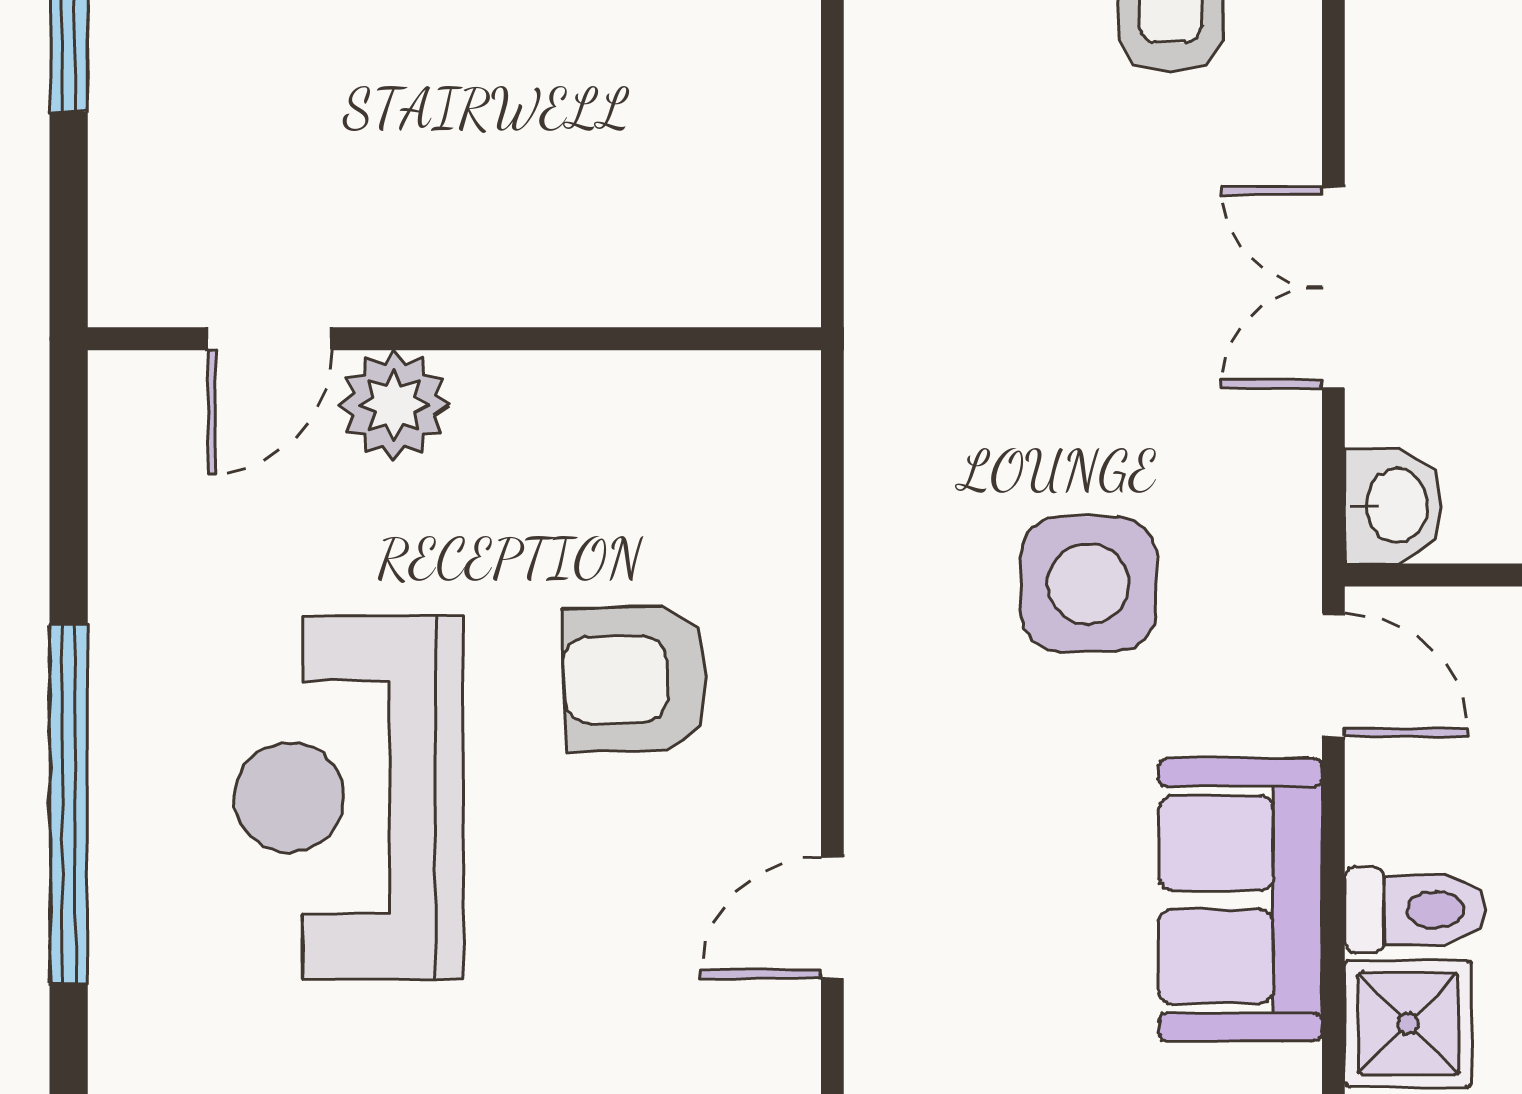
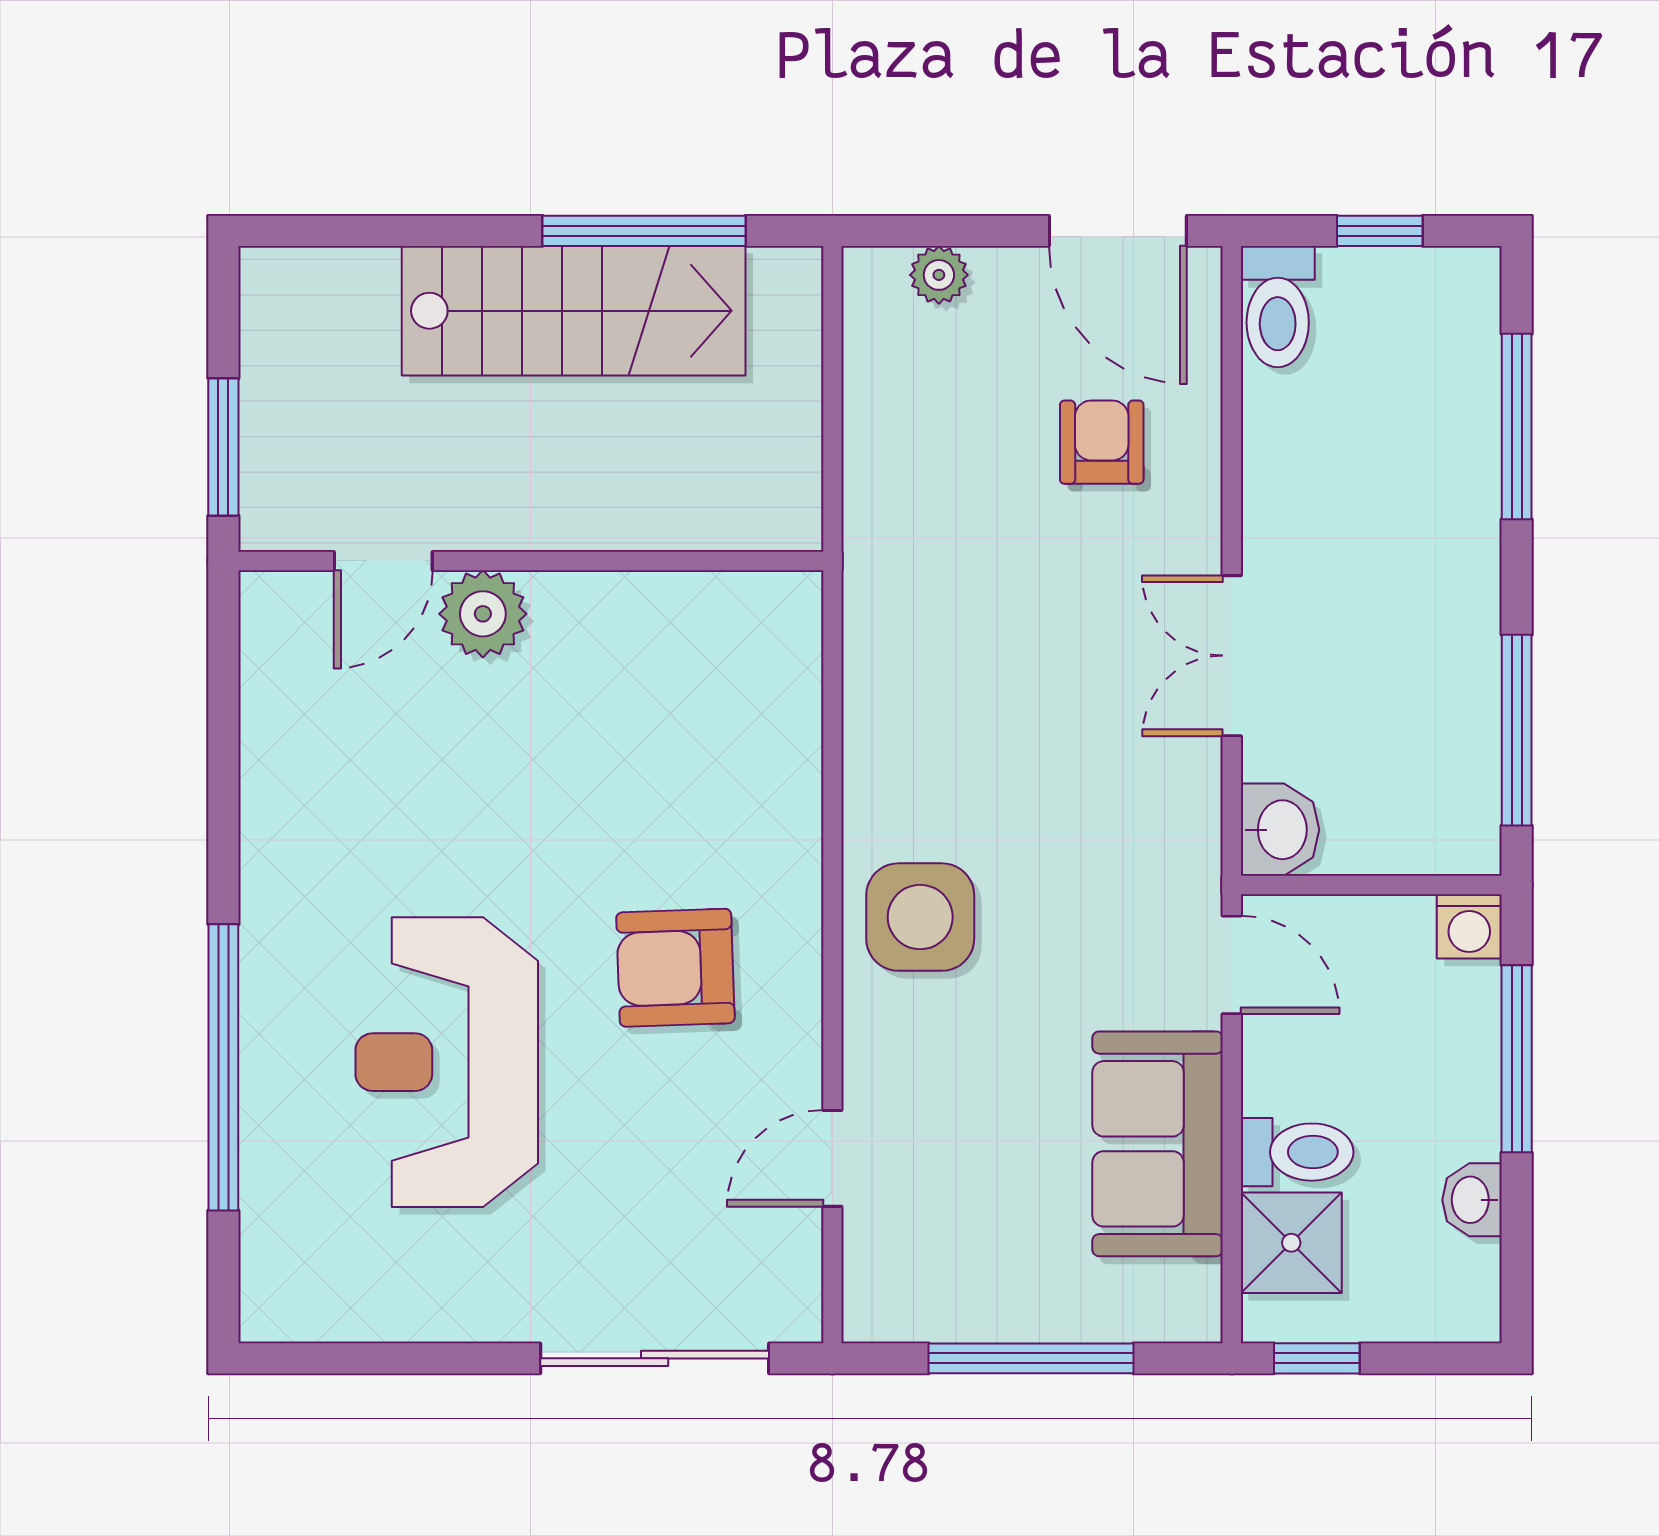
door: (269, 339) -> (383, 561), moved
wall: (454, 339) -> (531, 561), moved
plant: (394, 405) -> (483, 614), moved
side table: (1088, 584) -> (920, 917), moved

